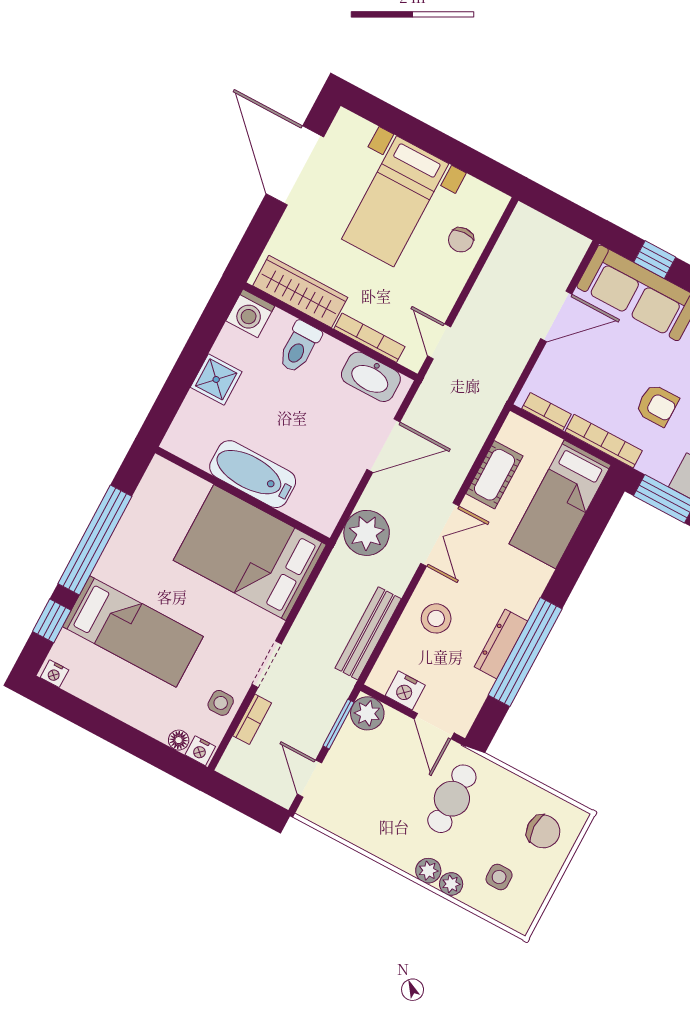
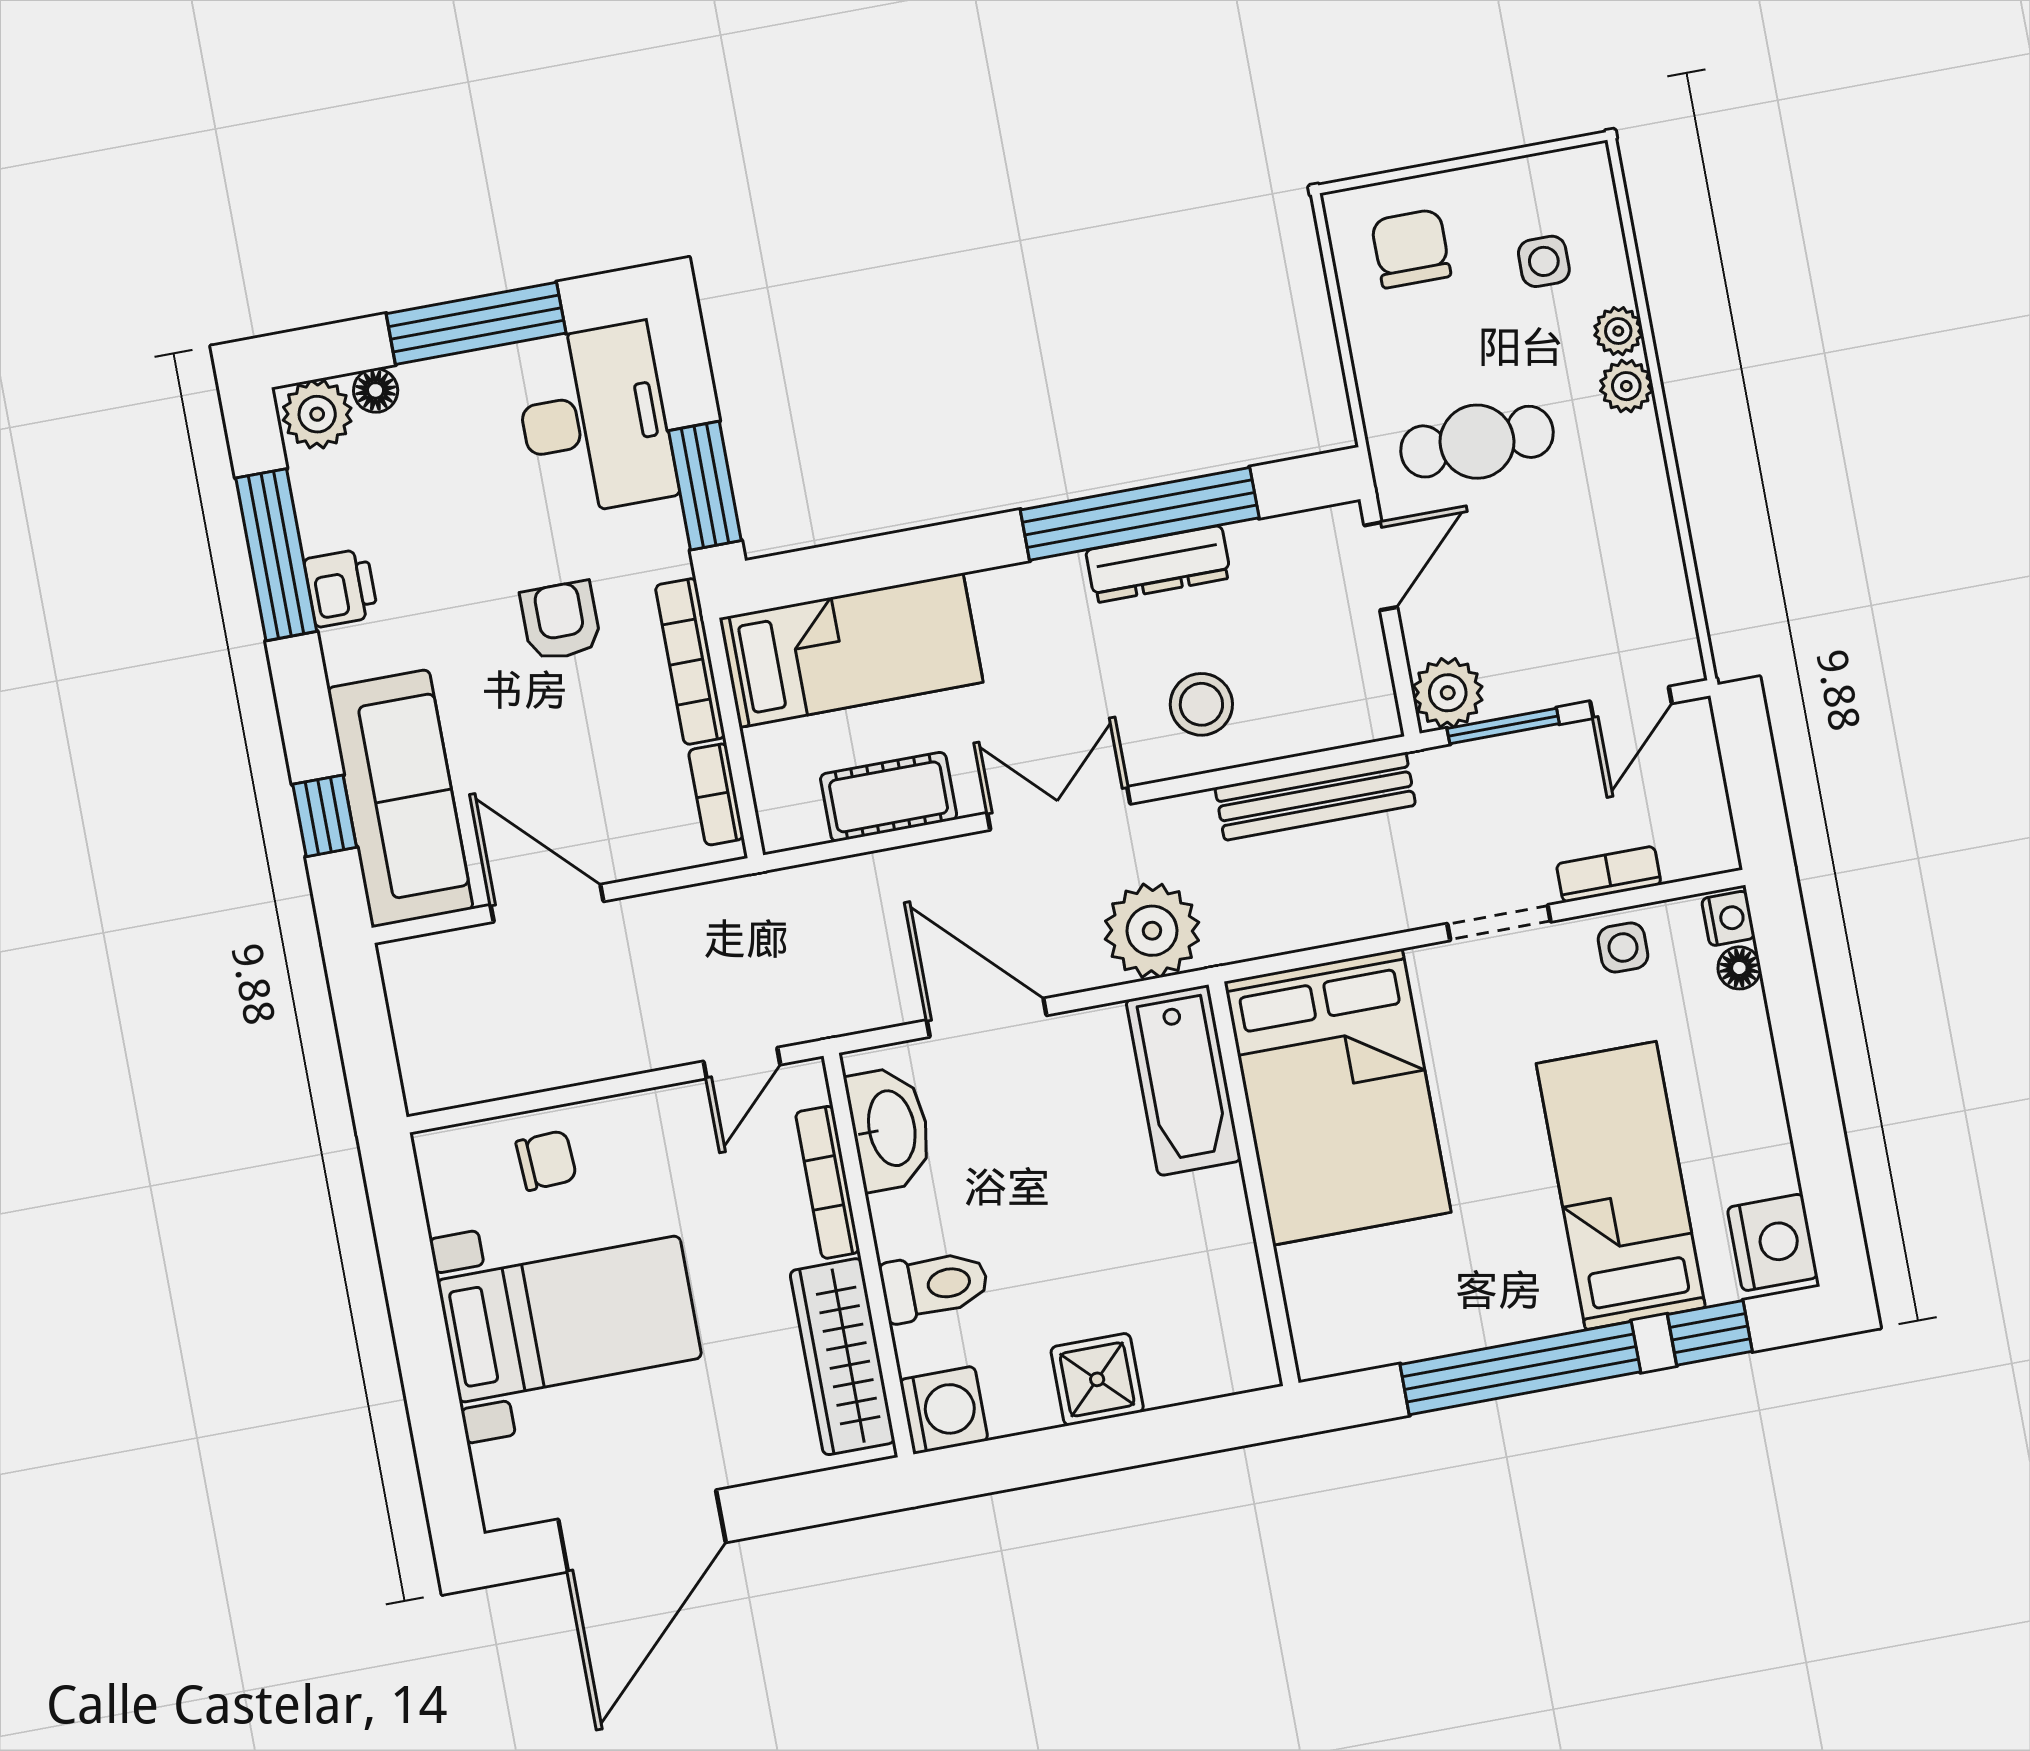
bathtub: (253, 474) -> (1184, 1080), moved
nightstand: (54, 674) -> (1773, 1242), width x1.89, depth x1.79
nightstand: (405, 690) -> (1360, 660), removed

